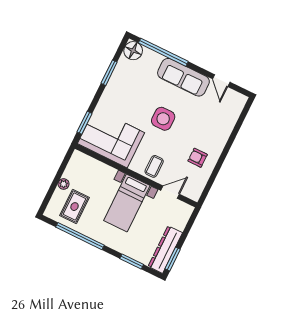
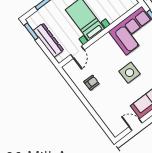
coffee table: (154, 166) -> (100, 50), removed
dresser: (165, 250) -> (48, 40), moved

